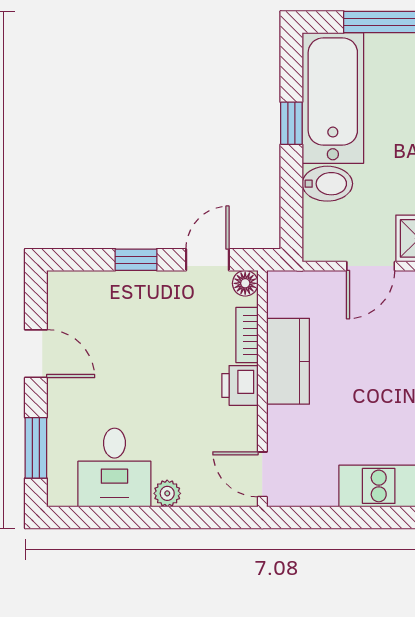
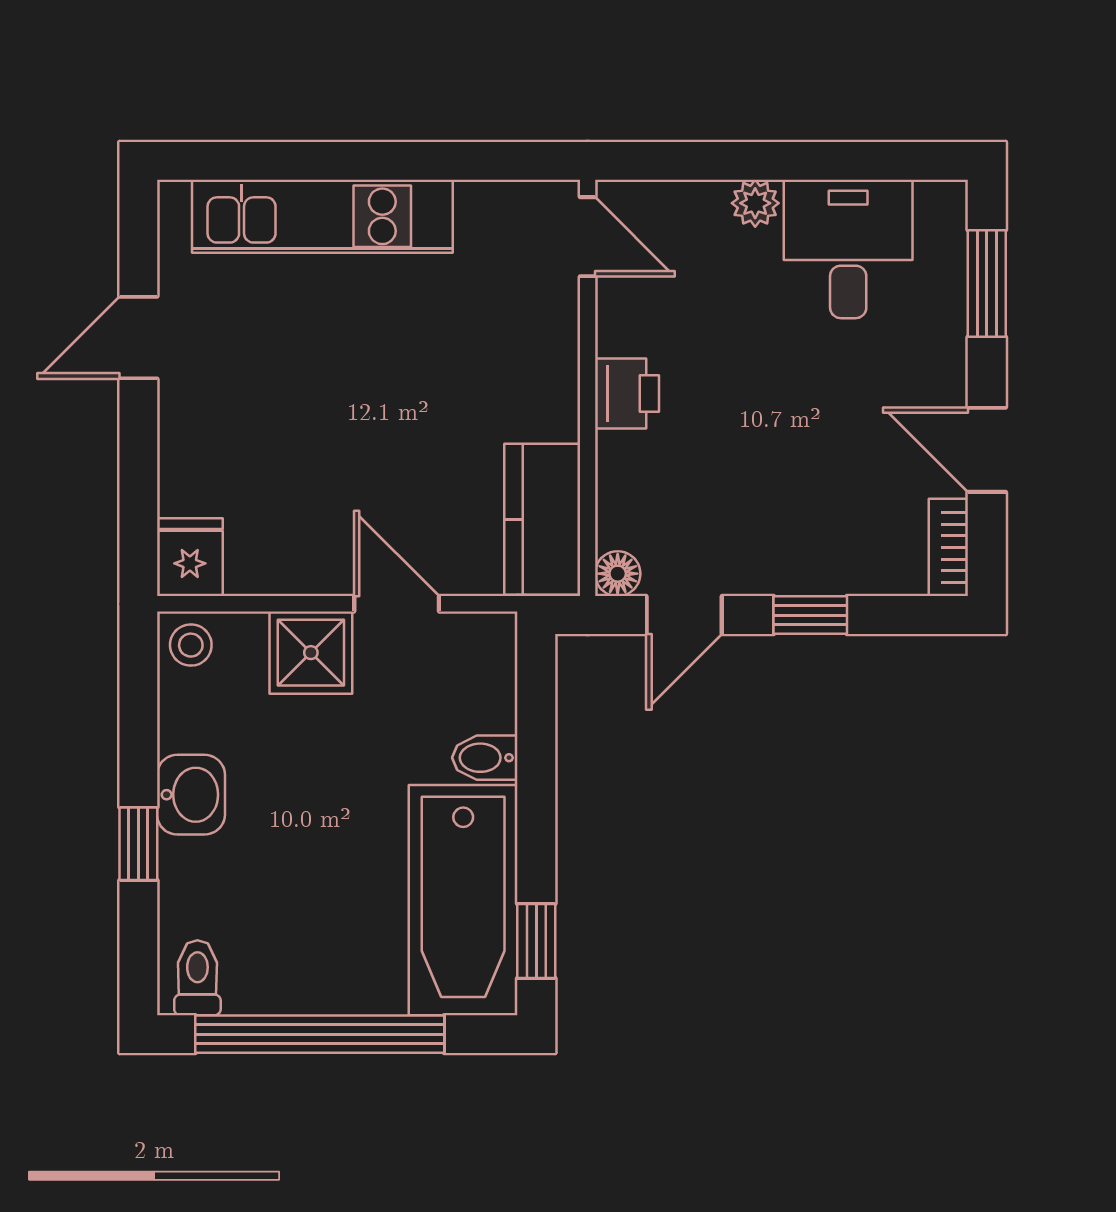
window: (291, 123) -> (536, 941), moved
bidet: (327, 184) -> (485, 758), width x0.72, depth x0.74
door: (371, 266) -> (397, 604), hinge flipped
bookcase: (247, 335) -> (948, 547), moved, turned 180
kitchen counter: (288, 361) -> (542, 519), moved

